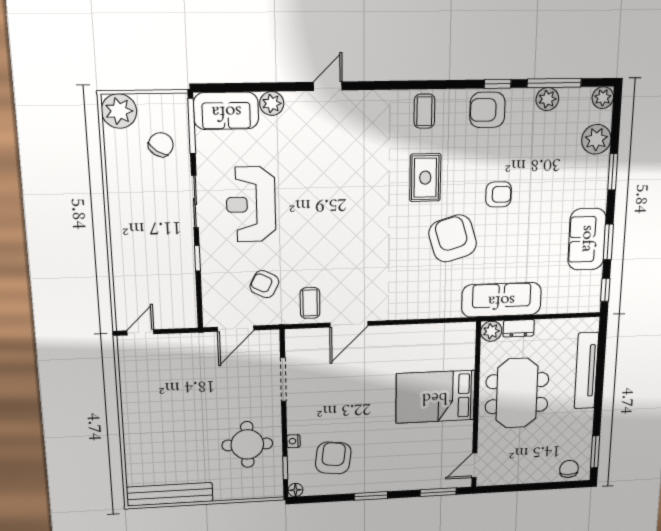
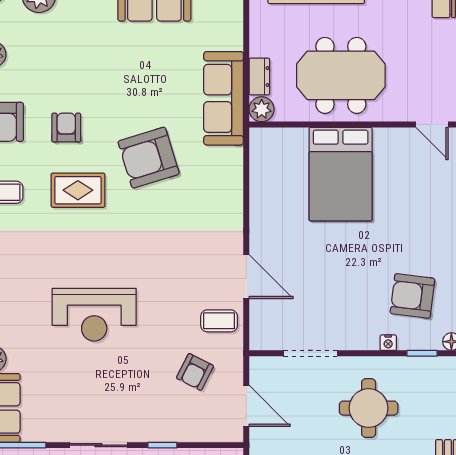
armchair: (499, 194) -> (66, 128), moved
reception desk: (251, 204) -> (94, 315), moved
round table: (247, 444) -> (369, 408), moved

